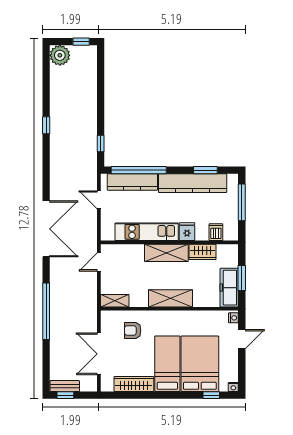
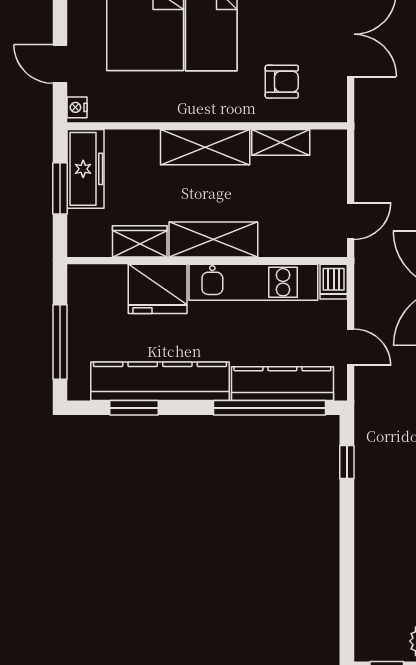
fridge: (187, 232) -> (158, 289), width x1.88, depth x1.34
dishwasher: (216, 232) -> (334, 282), moved
shelving: (115, 301) -> (281, 142), moved
door: (242, 339) -> (60, 64), hinge flipped

